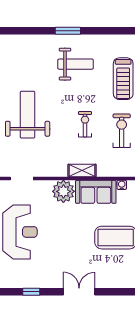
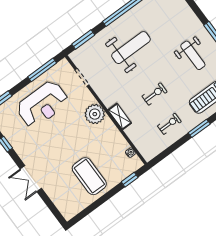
exercise bike: (122, 131) -> (169, 124), width x0.73, depth x0.72
sofa: (96, 192) -> (112, 138), removed
double door: (79, 292) -> (31, 179), swing flipped

